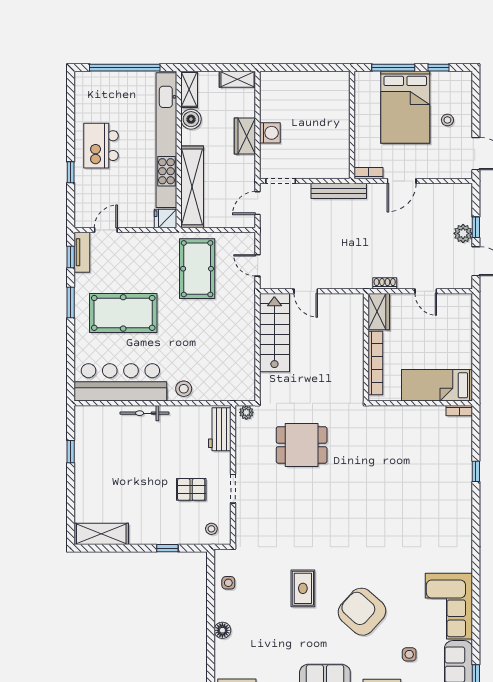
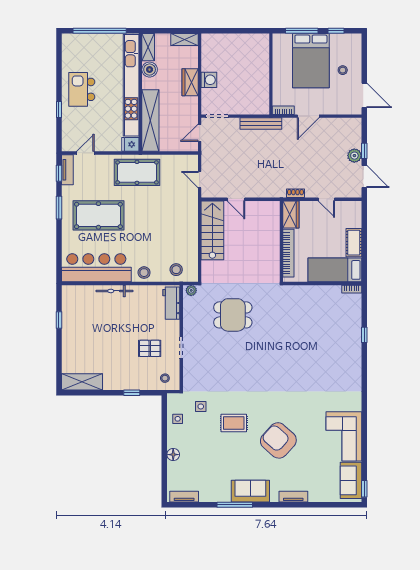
pool table: (197, 269) -> (137, 172), moved, turned 90
cot: (462, 349) -> (354, 243), added
stool: (226, 385) -> (176, 270), added
rug: (303, 588) -> (234, 423), turned 90
side table: (409, 654) -> (201, 406), moved

